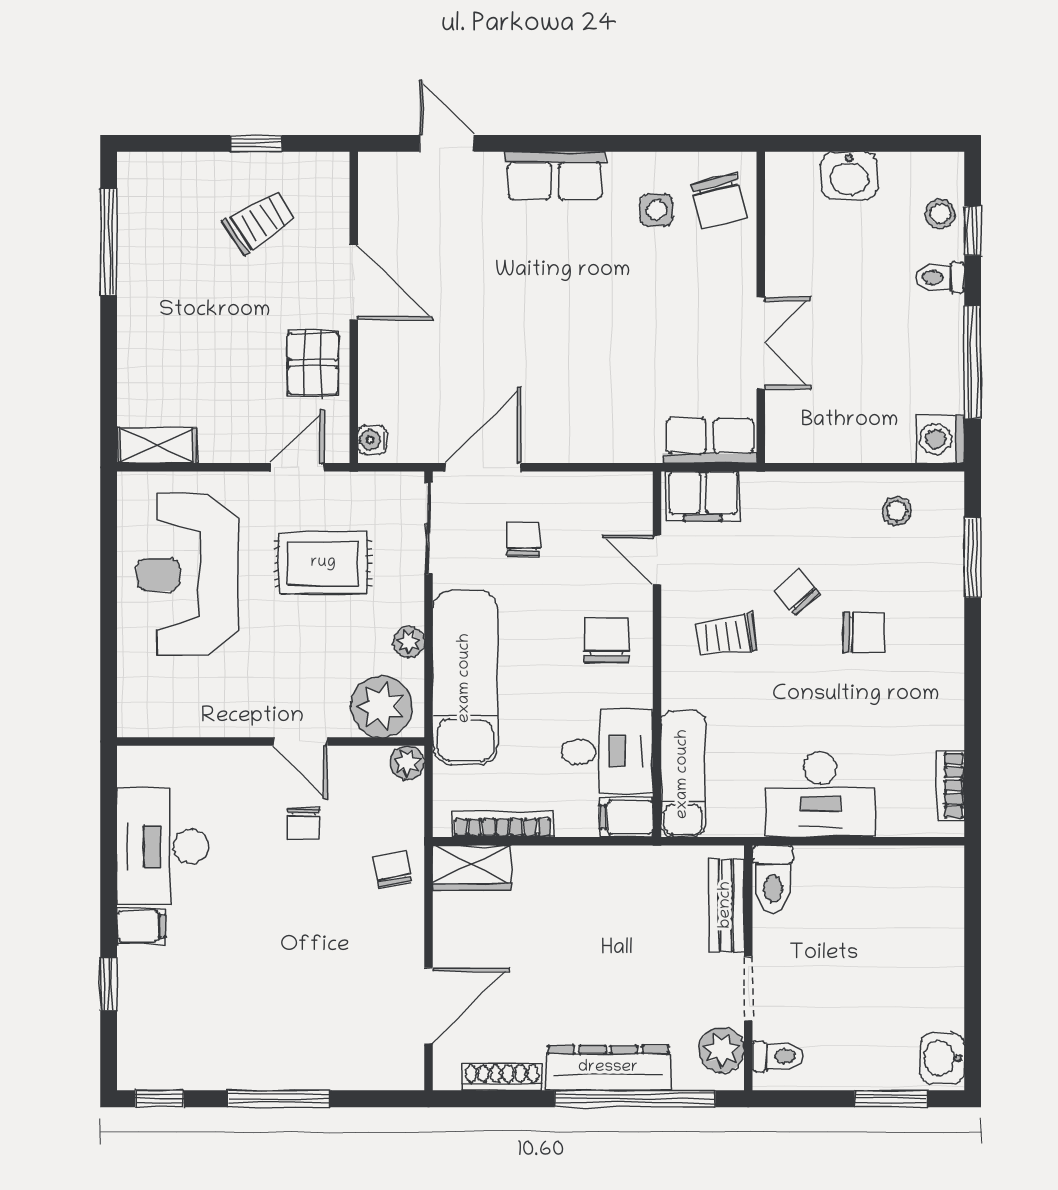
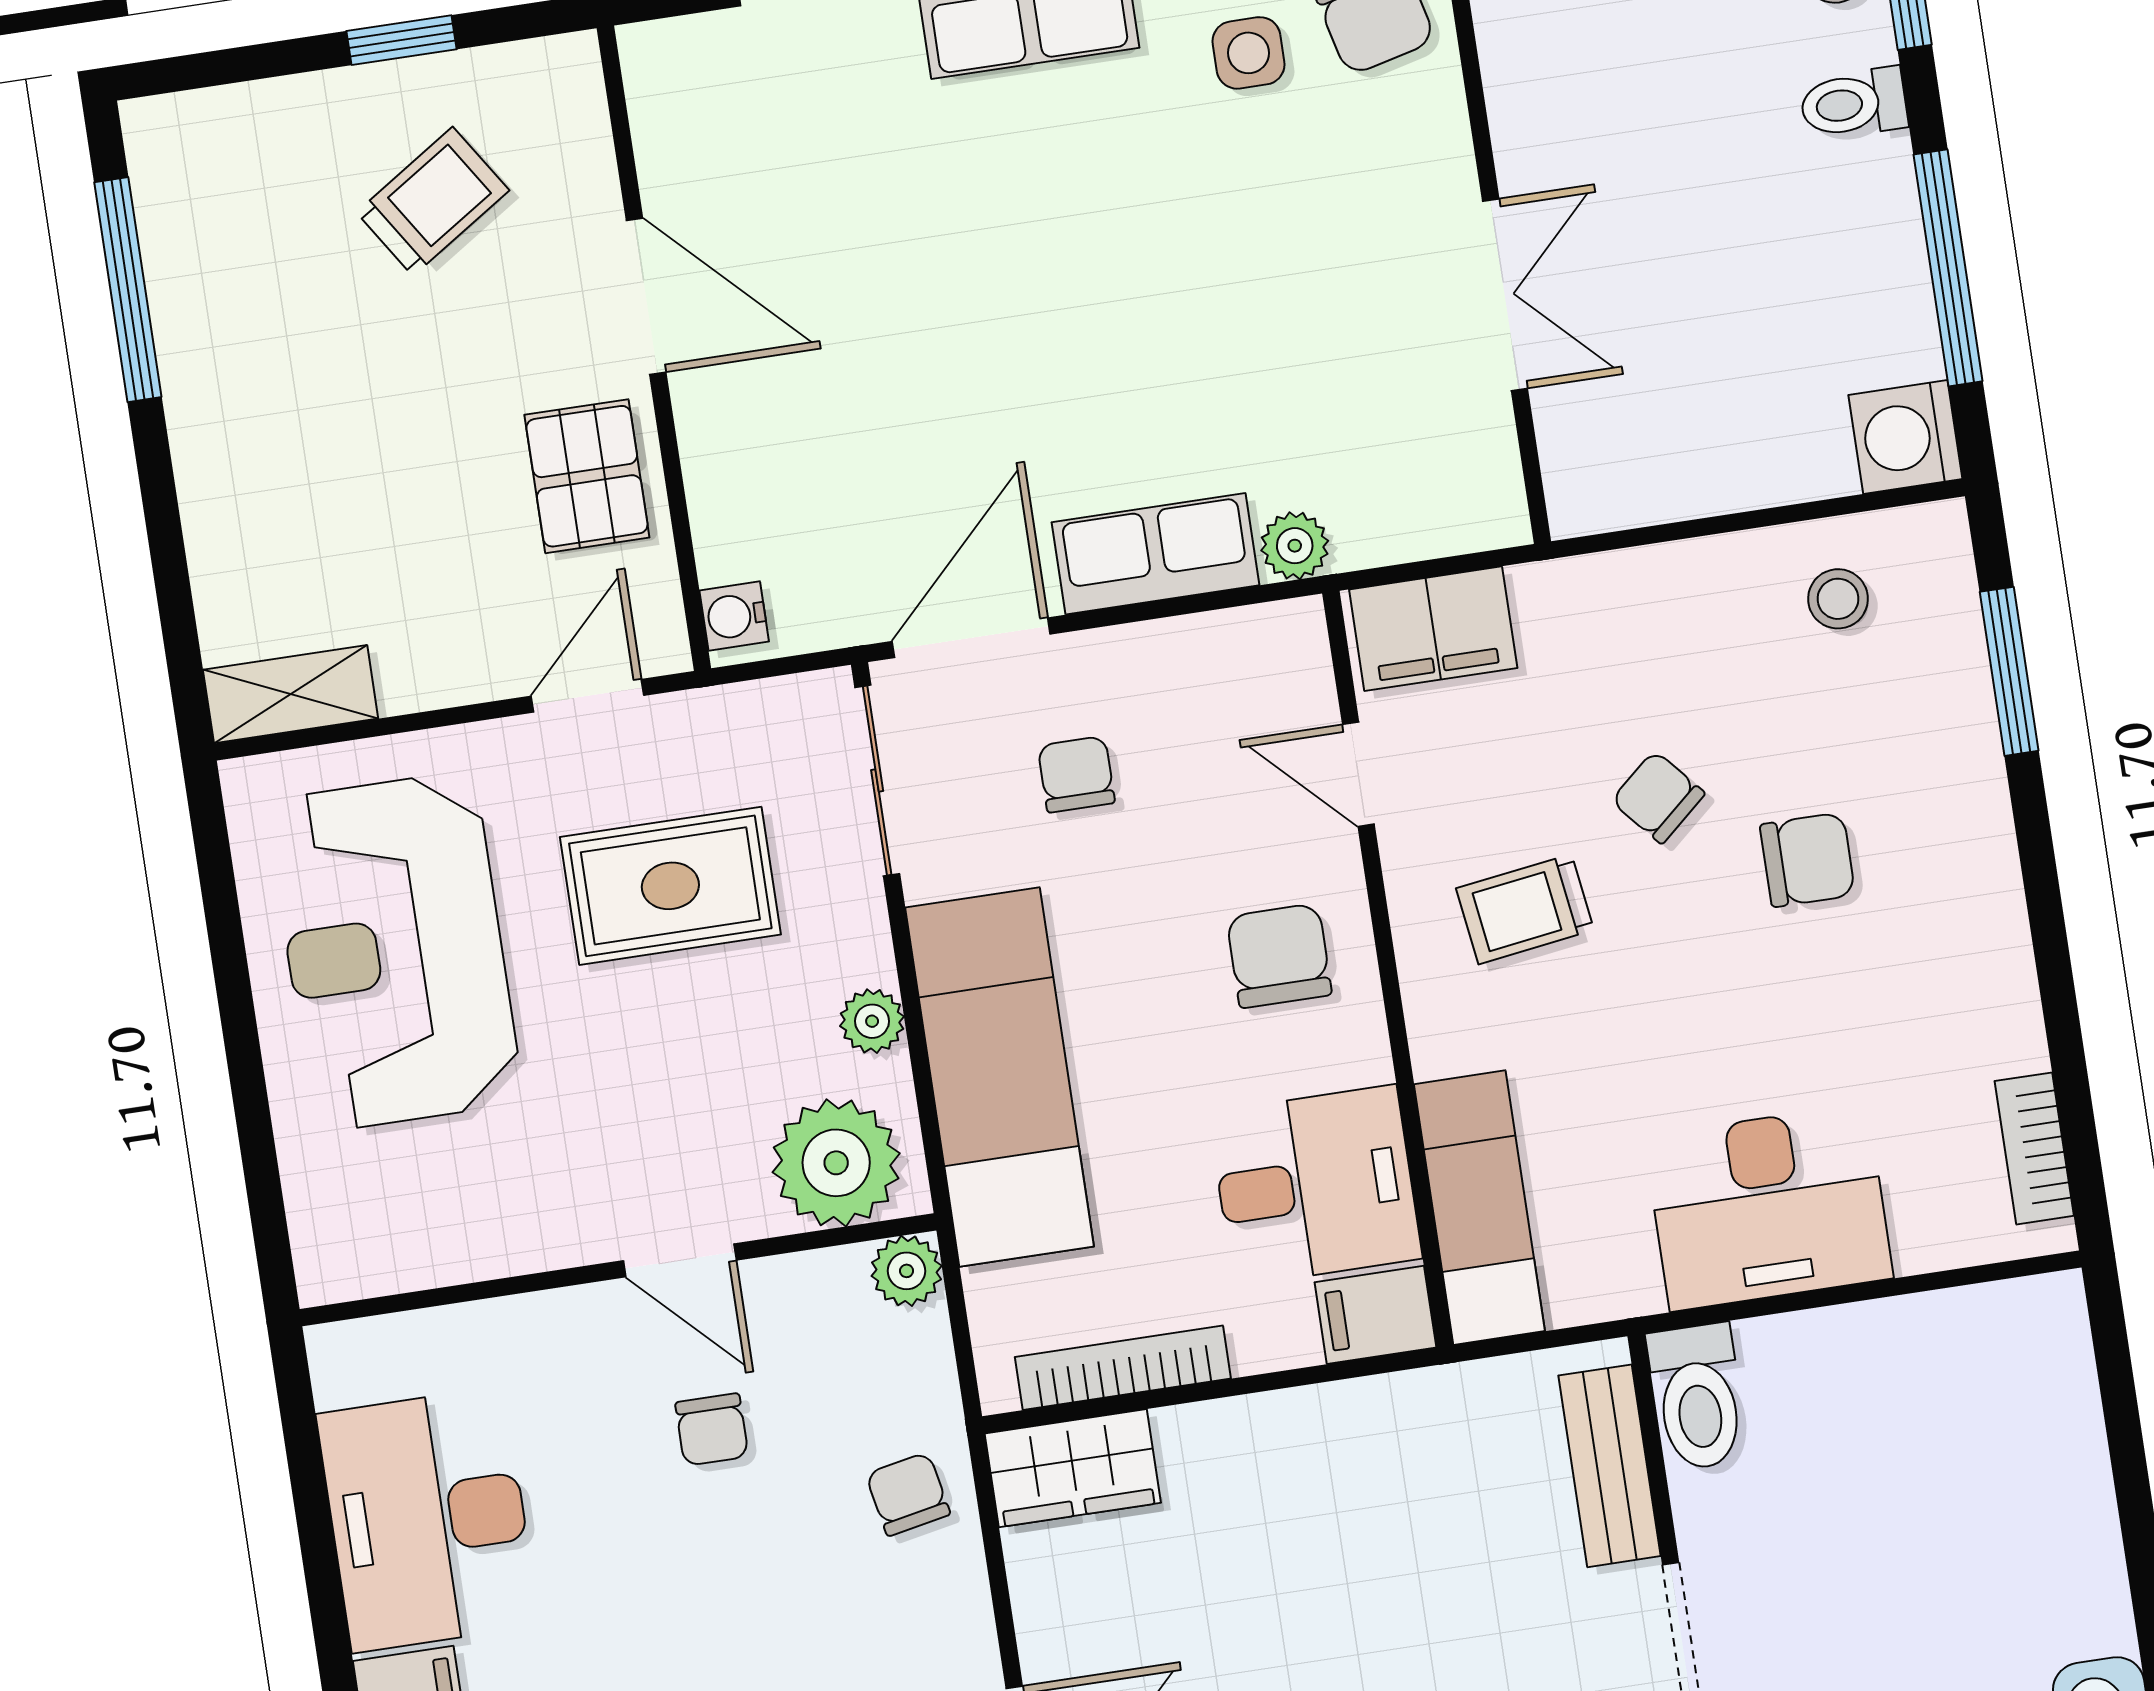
row of seats: (710, 441) -> (1155, 554), moved
plant: (643, 447) -> (1295, 546), added

